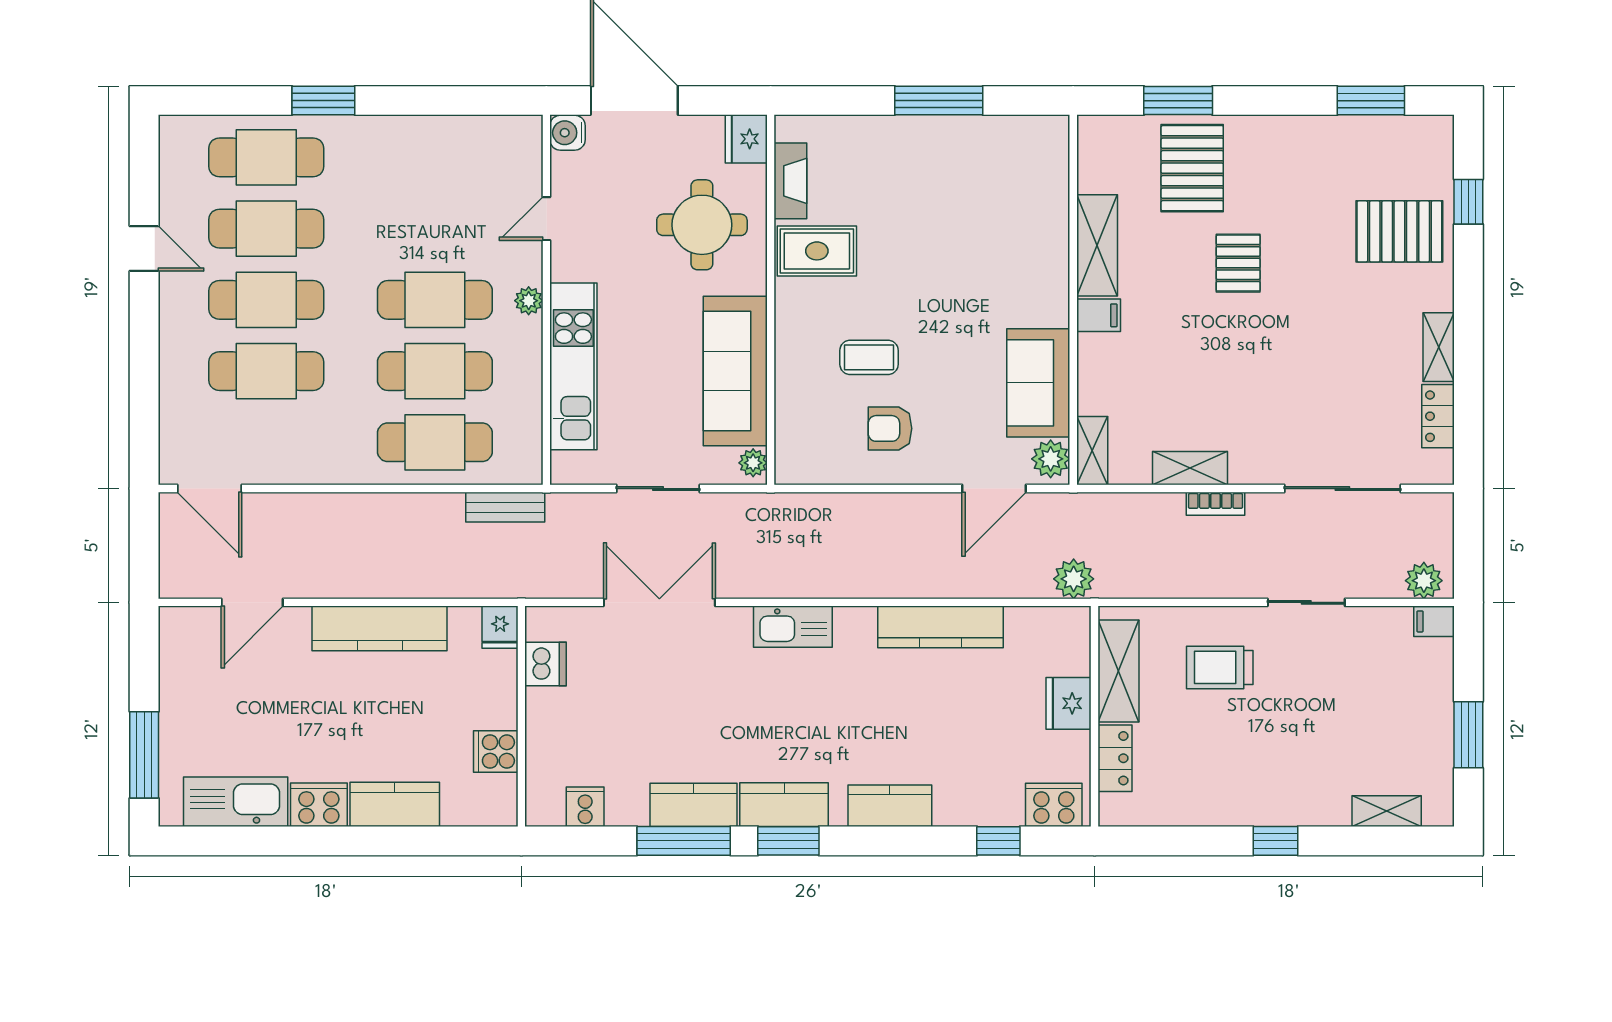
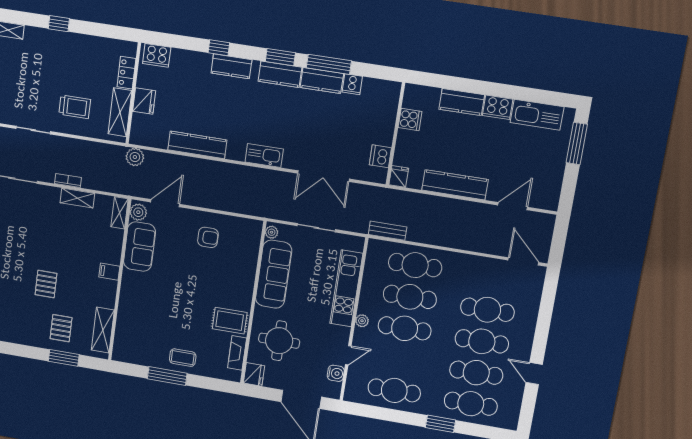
water cooler: (567, 133) -> (336, 373), moved
cafe table: (435, 157) -> (394, 390), added
pallet: (1192, 168) -> (61, 328), width x0.67, depth x0.71
shelving: (1097, 245) -> (103, 330), moved
coffee table: (869, 357) -> (183, 358), moved
cooker: (585, 807) -> (352, 84), moved
window: (998, 841) -> (219, 48), moved

